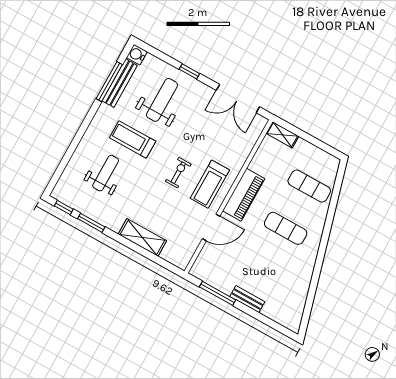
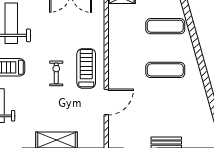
treadmill: (210, 184) -> (86, 68), turned 180
piano: (244, 195) -> (118, 62), removed

